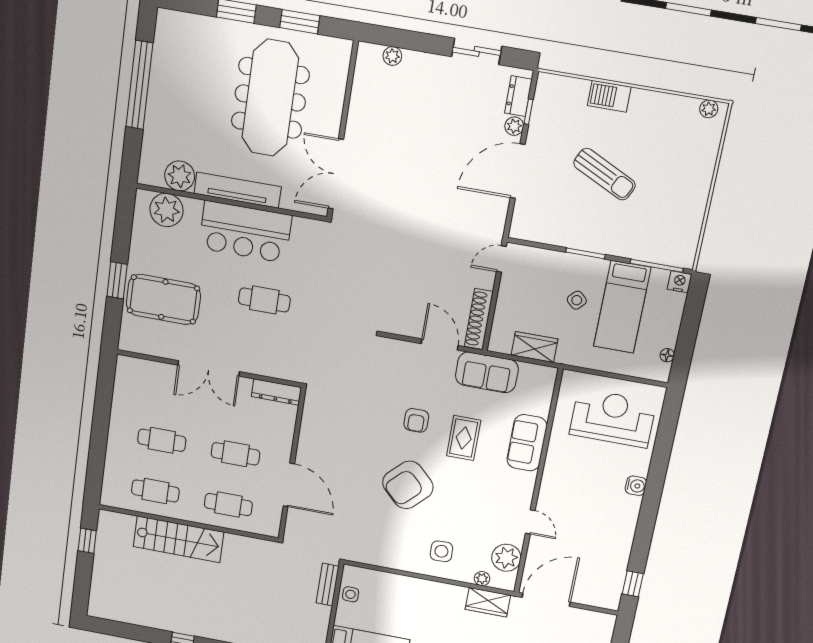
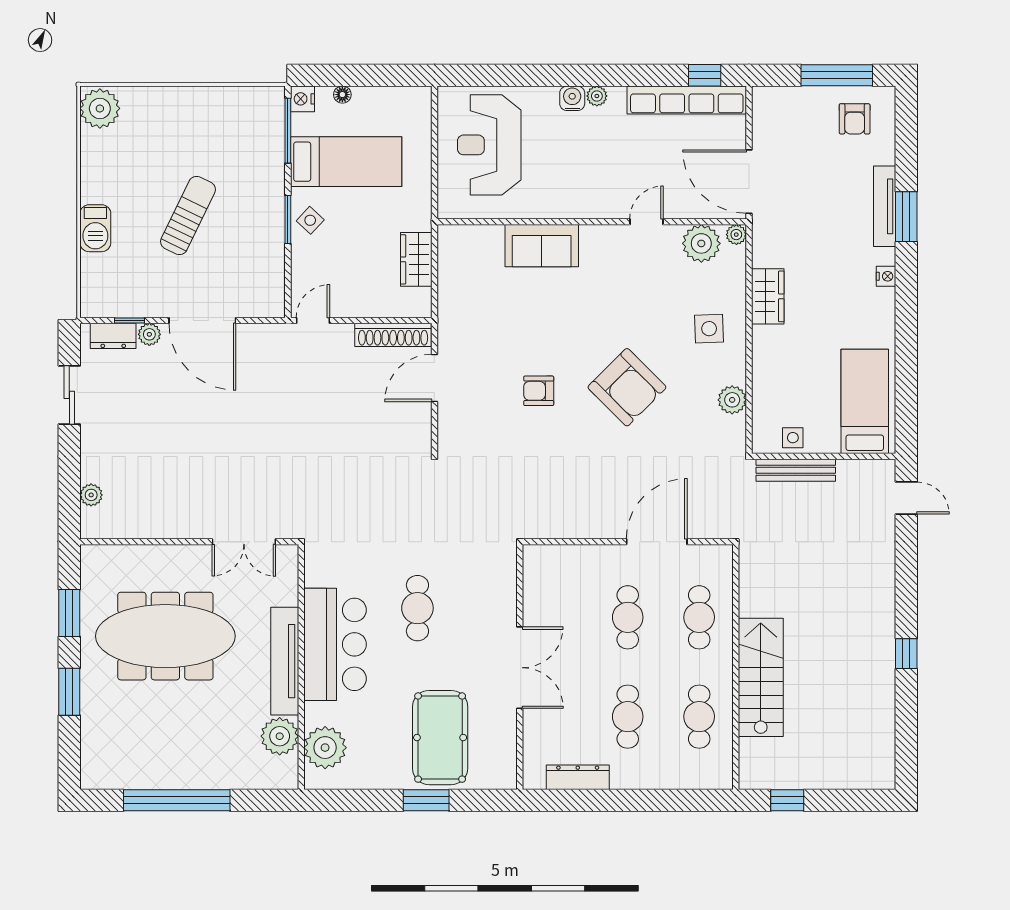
plant: (709, 109) -> (100, 108), width x1.88, depth x1.88
double door: (336, 174) -> (244, 542), width x0.73
door: (501, 259) -> (313, 320), swing flipped
side table: (577, 300) -> (310, 220), moved
floor lamp: (667, 355) -> (342, 95), moved
sofa: (487, 372) -> (459, 313), removed
dresser: (276, 392) -> (578, 777), moved, turned -90
armchair: (416, 420) -> (539, 391), turned 180
rug: (464, 438) -> (551, 327), removed
plant: (634, 504) -> (597, 96), added
plant: (386, 558) -> (732, 400), added
row of seats: (617, 568) -> (687, 100), added
plant: (482, 579) -> (736, 235), moved
bench: (328, 585) -> (796, 470), width x1.36
wardrobe: (488, 602) -> (768, 296), moved

